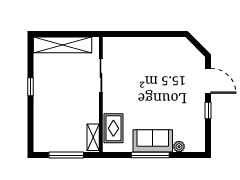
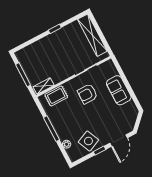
armchair: (131, 89) -> (87, 94), added
side table: (189, 118) -> (88, 141), added
sofa: (153, 141) -> (119, 90), moved, turned 180

